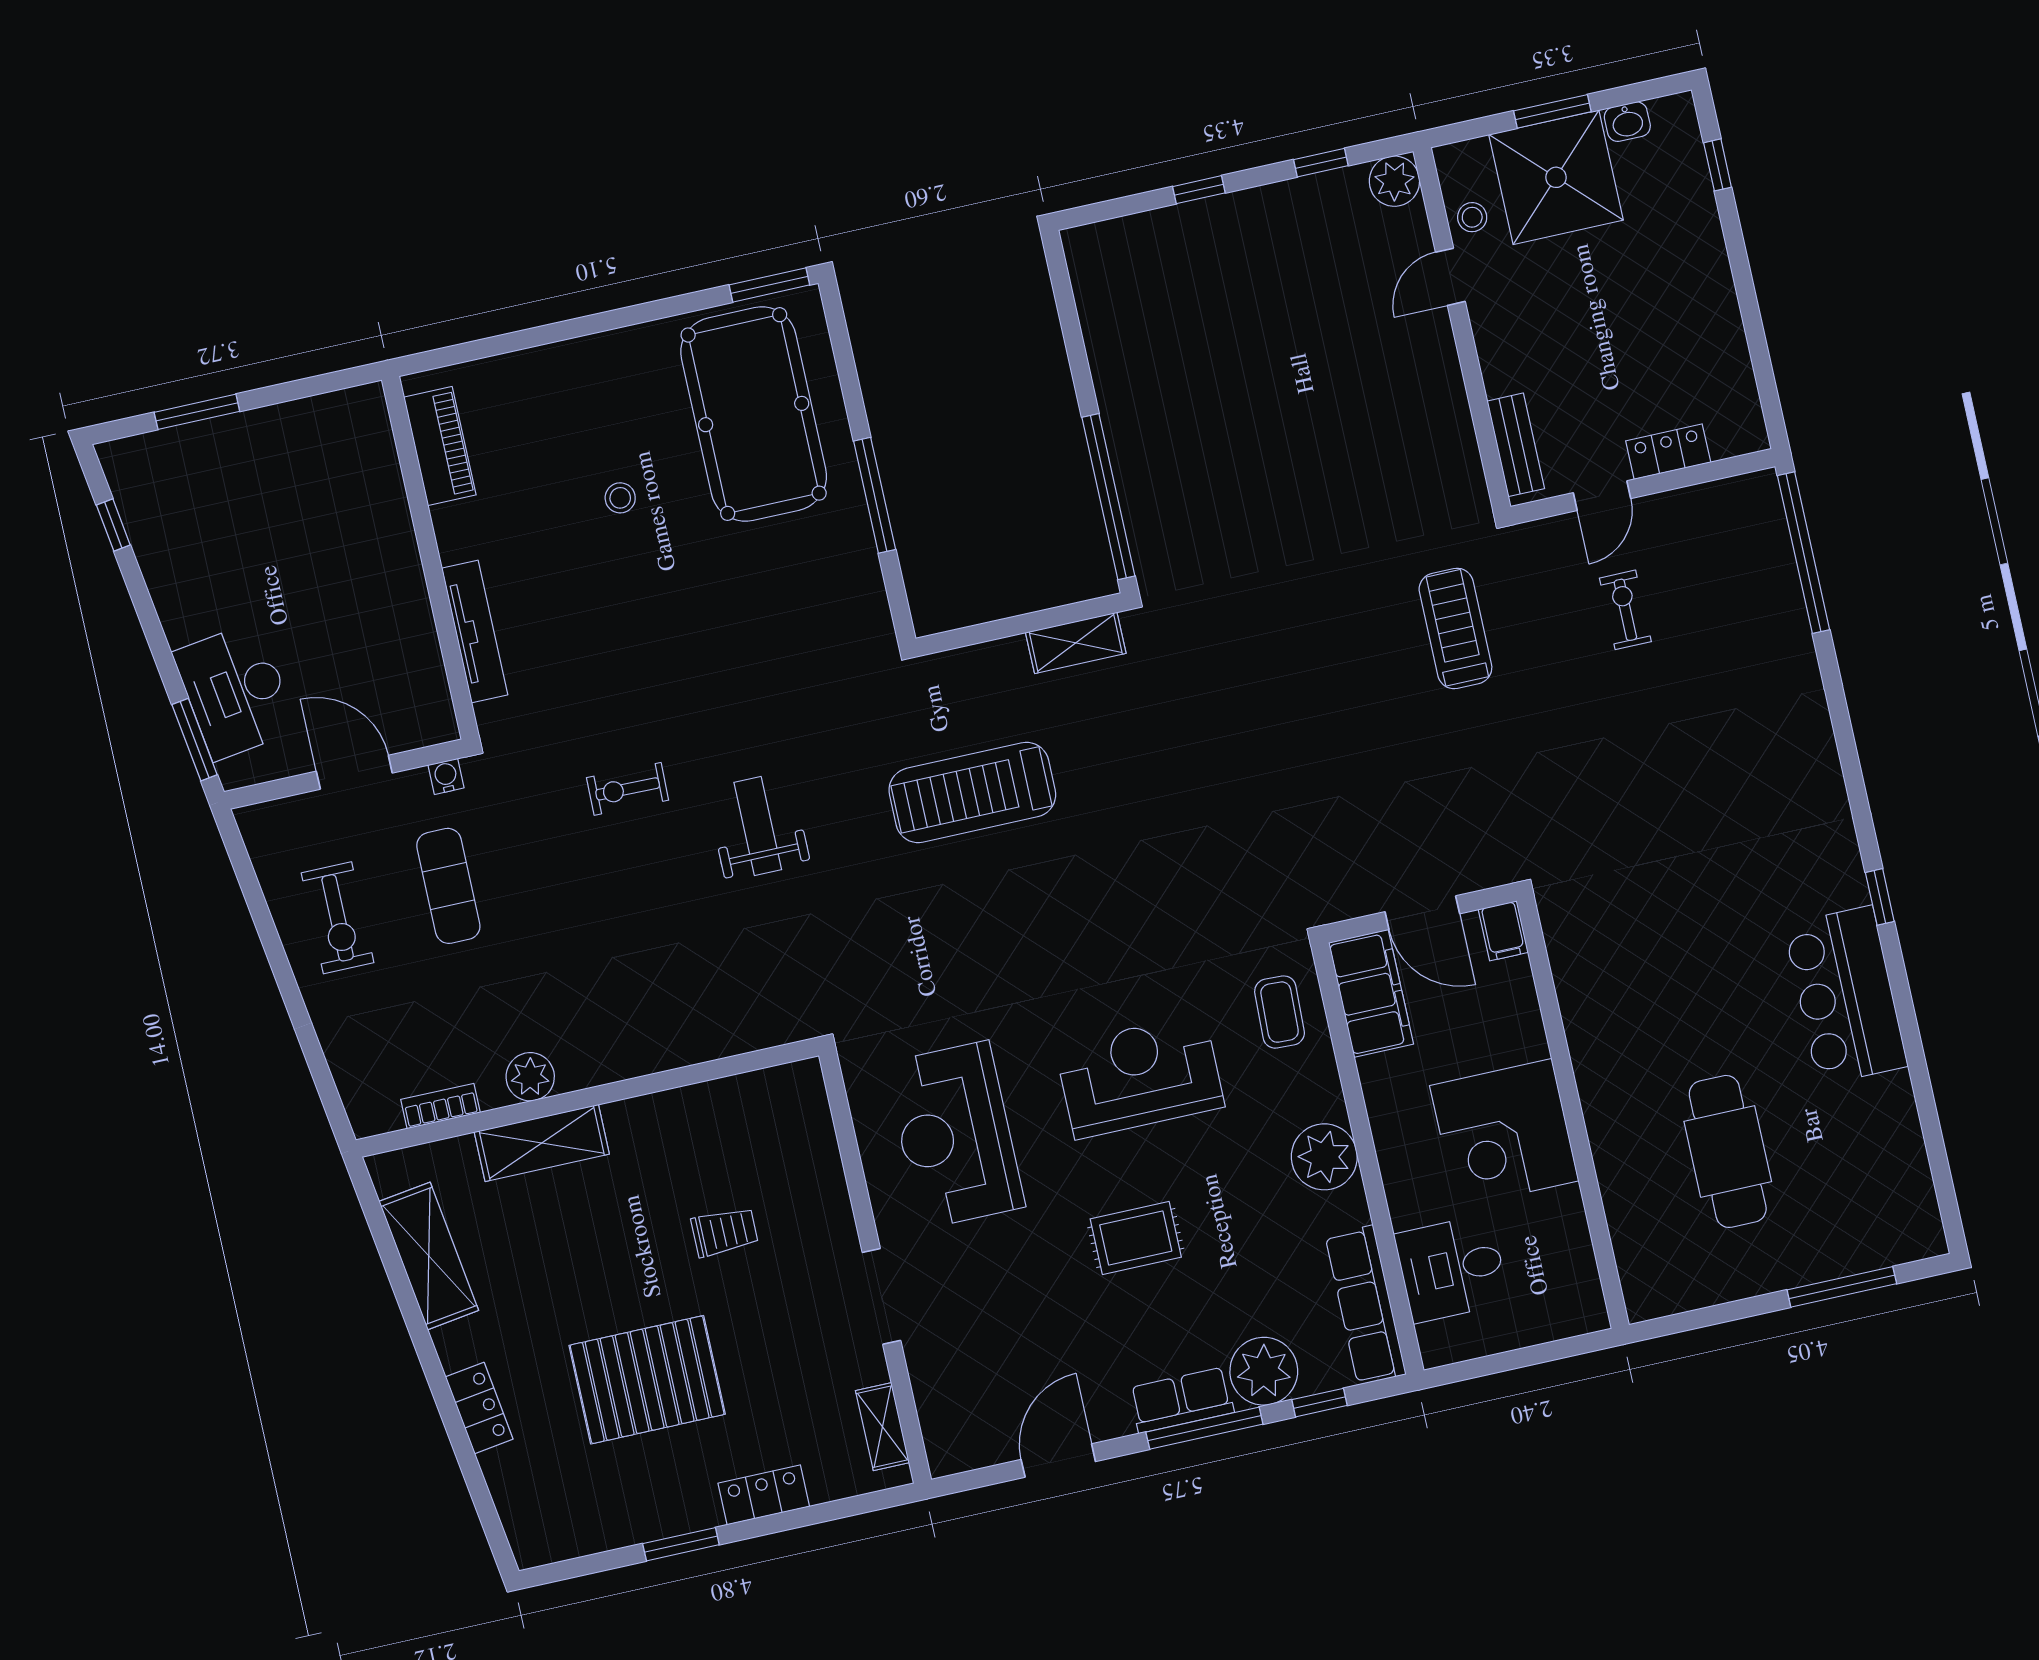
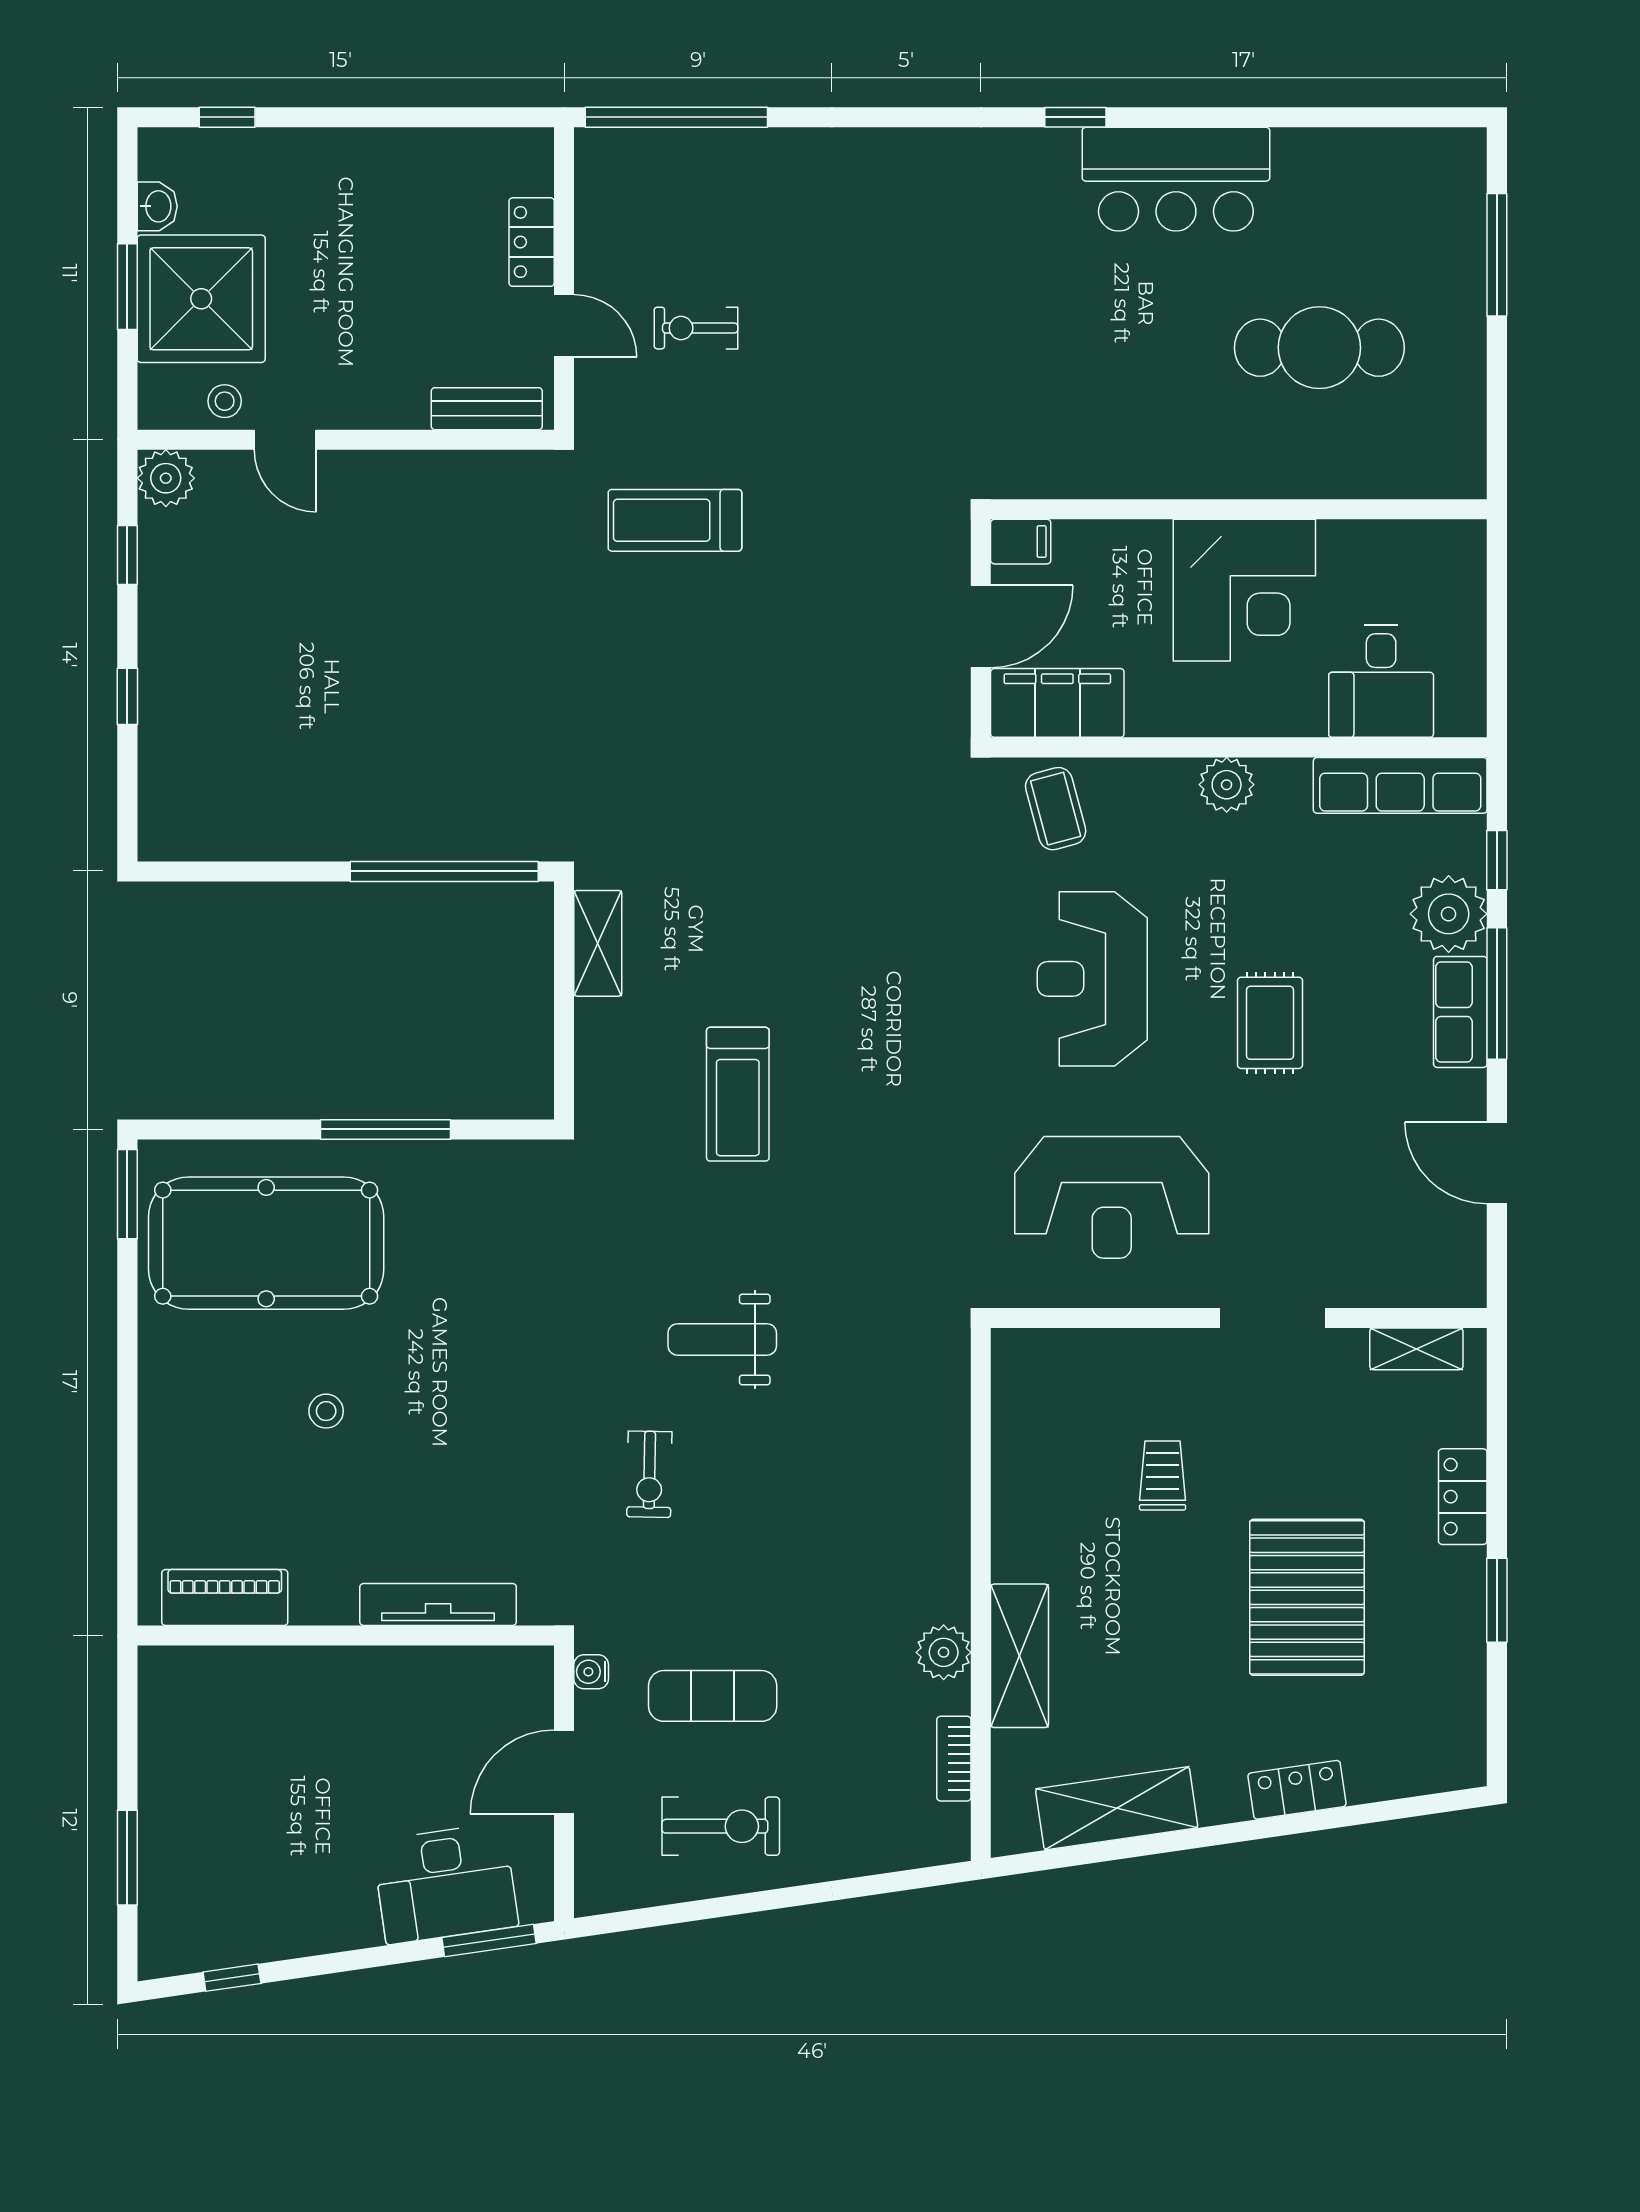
treadmill: (972, 792) -> (738, 1094), width x0.73, depth x0.73
coffee table: (1280, 1012) -> (1056, 809), turned 73
plant: (1324, 1157) -> (1227, 785), width x0.73, depth x0.73

